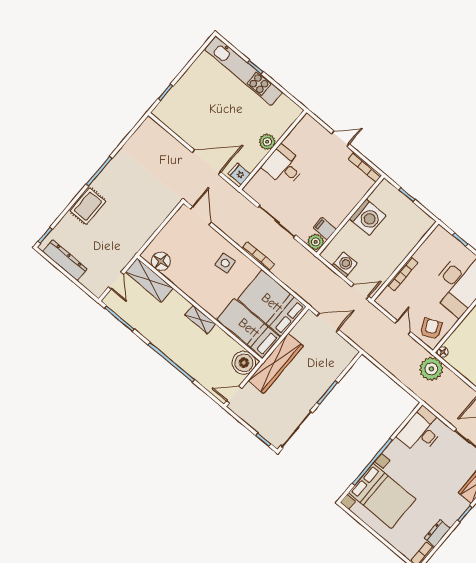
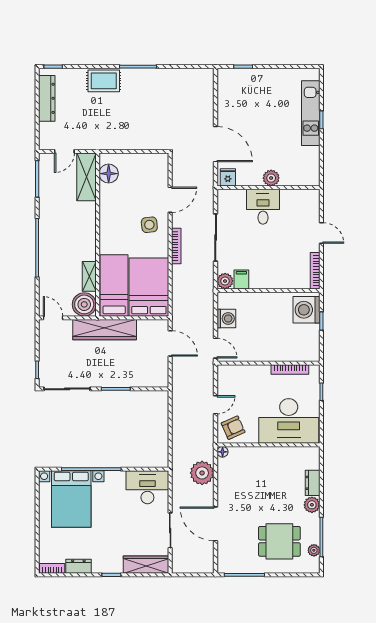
kitchen unit: (243, 71) -> (311, 113), width x0.73
door: (201, 216) -> (170, 200), moved
washing machine: (368, 217) -> (307, 310), moved, turned 90
bookcase: (402, 274) -> (290, 369), moved
shelving: (200, 319) -> (89, 276), moved
plant: (431, 369) -> (202, 473), moved

